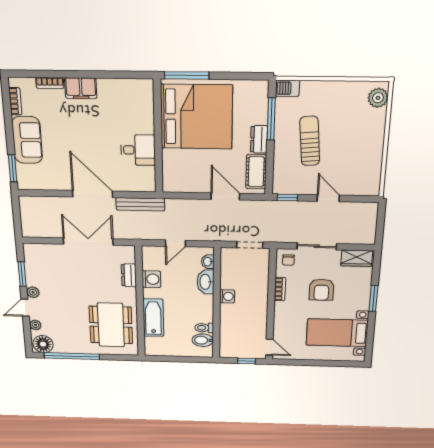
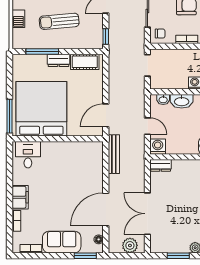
barbecue: (288, 88) -> (18, 19), moved
desk: (138, 150) -> (28, 155), moved
floor lamp: (34, 185) -> (99, 239), added
door: (93, 194) -> (106, 209), moved
door: (225, 196) -> (106, 115), moved
plant: (30, 221) -> (130, 245), added
double door: (88, 242) -> (147, 214), moved
dresser: (129, 275) -> (161, 165), moved
washing machine: (151, 279) -> (158, 147), moved

